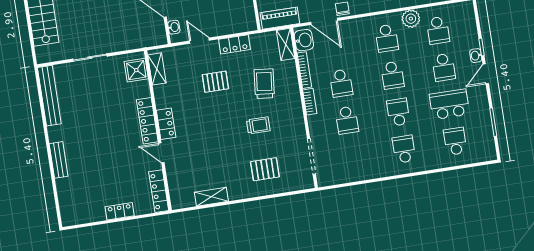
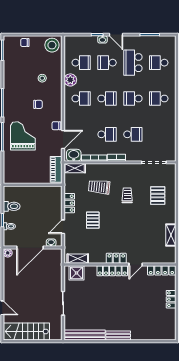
school desk: (444, 67) -> (107, 63), turned 180
bench: (59, 160) -> (118, 335), moved

